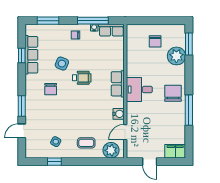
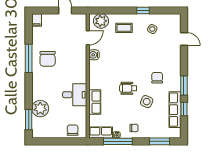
chair: (155, 41) -> (73, 130), moved
row of seats: (118, 84) -> (95, 102), moved
desk: (139, 89) -> (75, 95), moved
chair: (173, 93) -> (48, 59), moved
window: (22, 106) -> (184, 86), moved
door: (22, 131) -> (184, 39), hinge flipped
filing cabinet: (175, 151) -> (37, 20), width x0.50
window: (54, 162) -> (143, 10), moved

